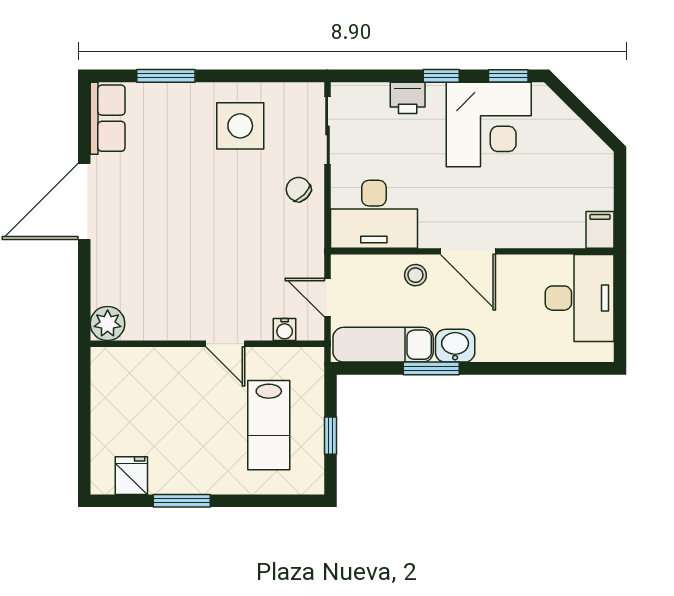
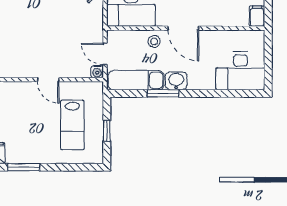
desk: (580, 298) -> (240, 71), moved, turned 90
water cooler: (285, 330) -> (97, 72), moved

